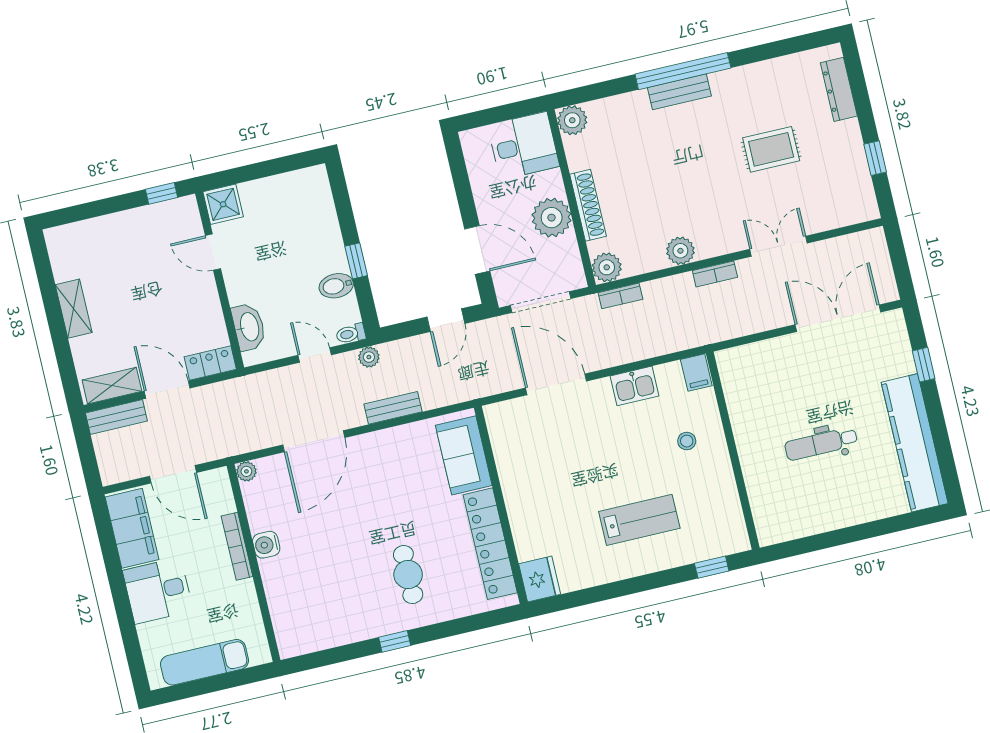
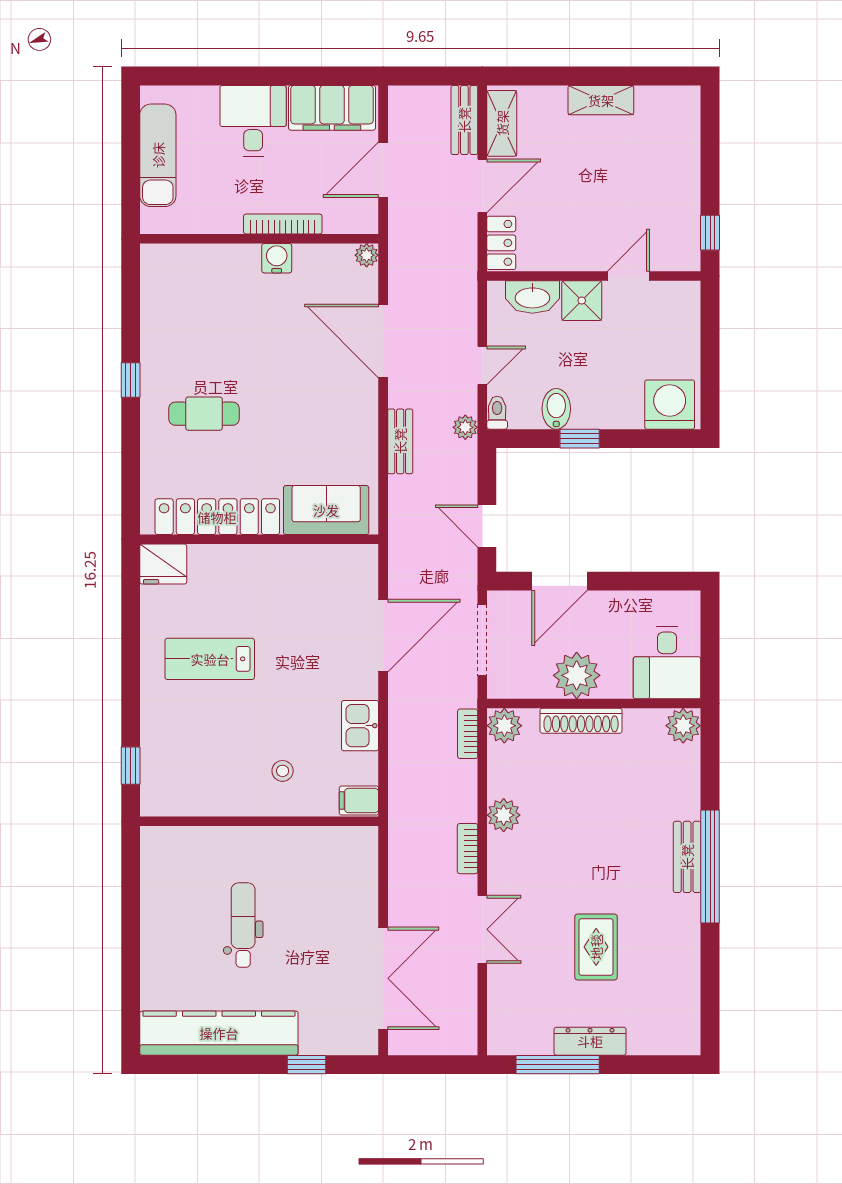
dresser: (839, 89) -> (590, 1041), moved
window: (875, 158) -> (558, 1065), width x2.17
washing machine: (311, 193) -> (670, 405), added
shower: (223, 204) -> (582, 301), moved
lab bench: (639, 520) -> (210, 659), moved, turned 90

